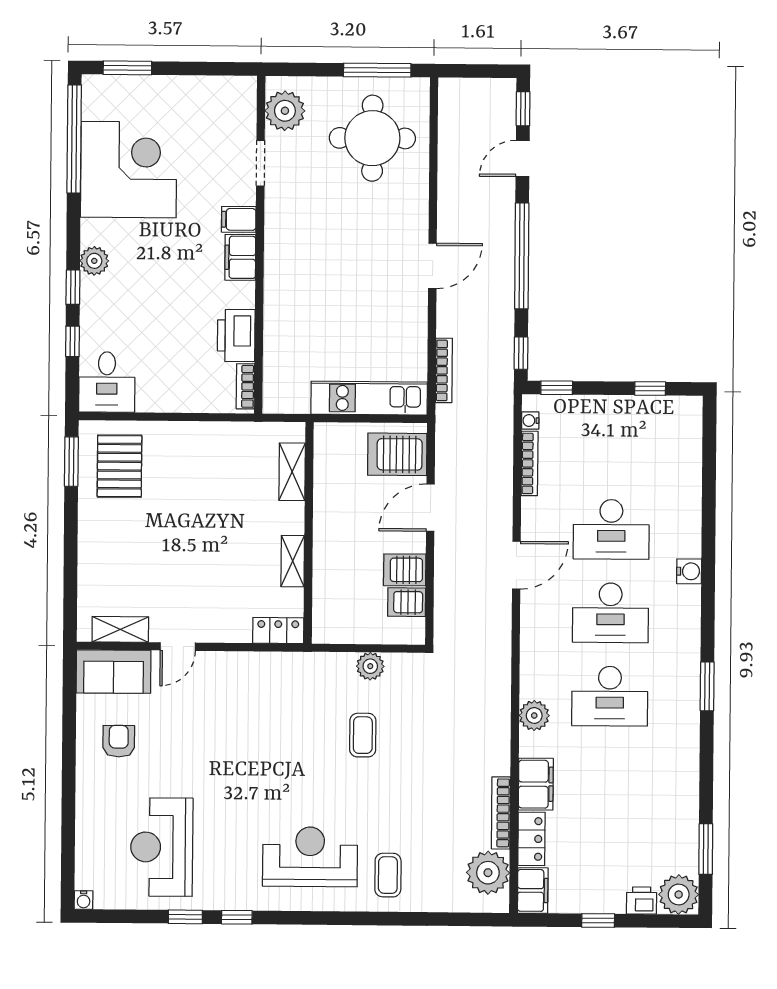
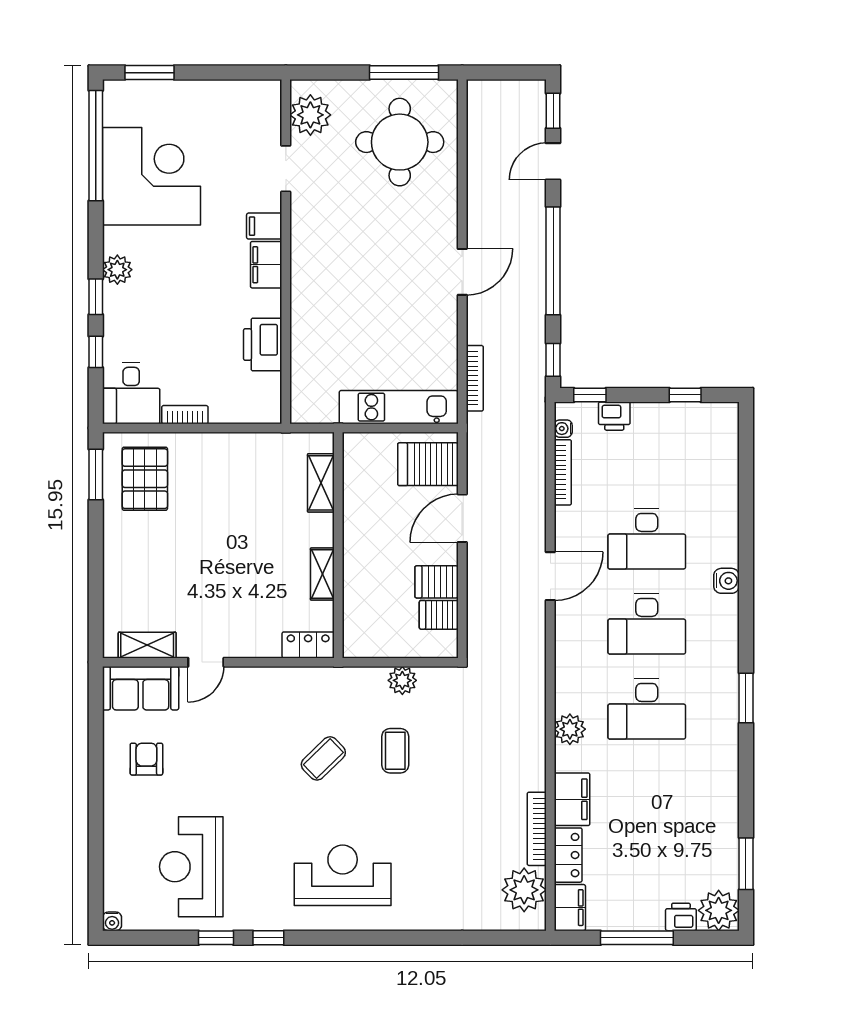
bookcase: (245, 386) -> (185, 415), moved, turned 90
printer: (580, 409) -> (614, 416), added
coffee table: (388, 875) -> (323, 758), moved, turned 46
window: (598, 920) -> (637, 938), width x2.17

